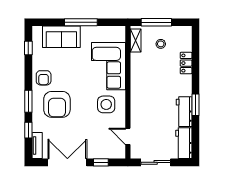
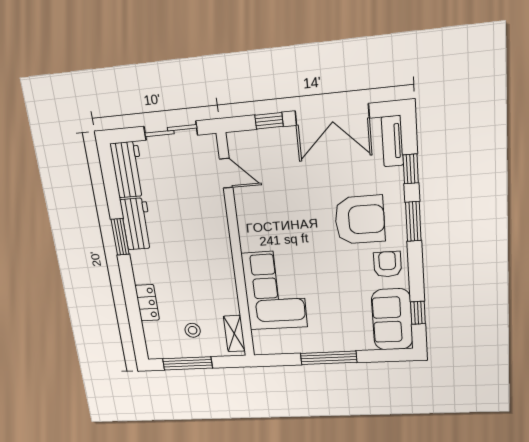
window: (156, 22) -> (187, 363), moved
sofa: (61, 37) -> (392, 319), moved, turned -90
armchair: (57, 104) -> (360, 220), turned 90
side table: (106, 104) -> (271, 226), removed

